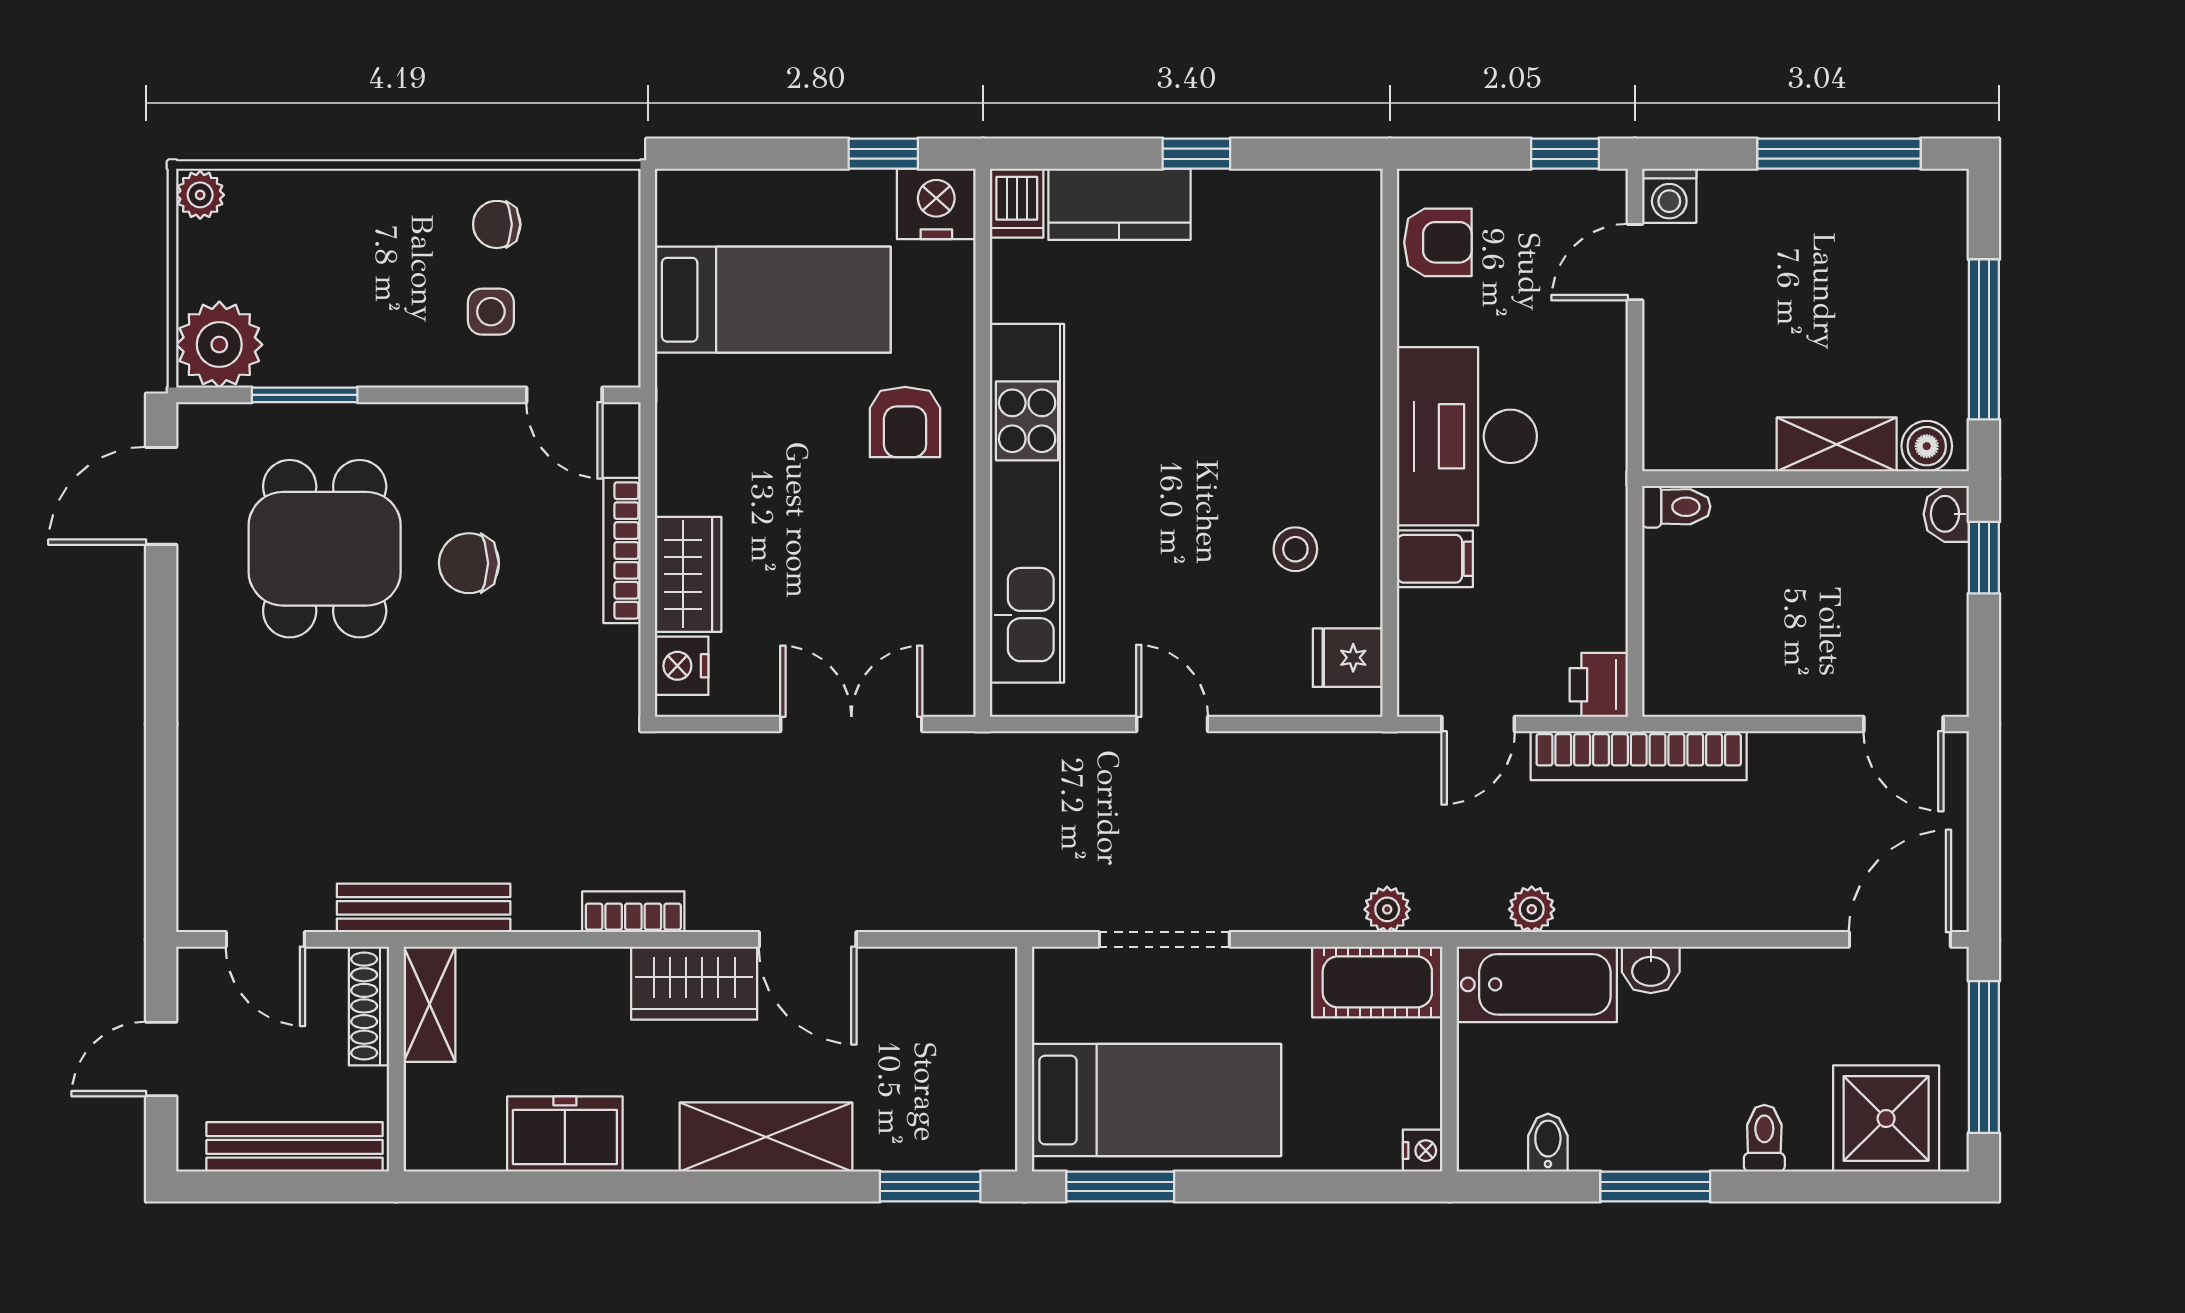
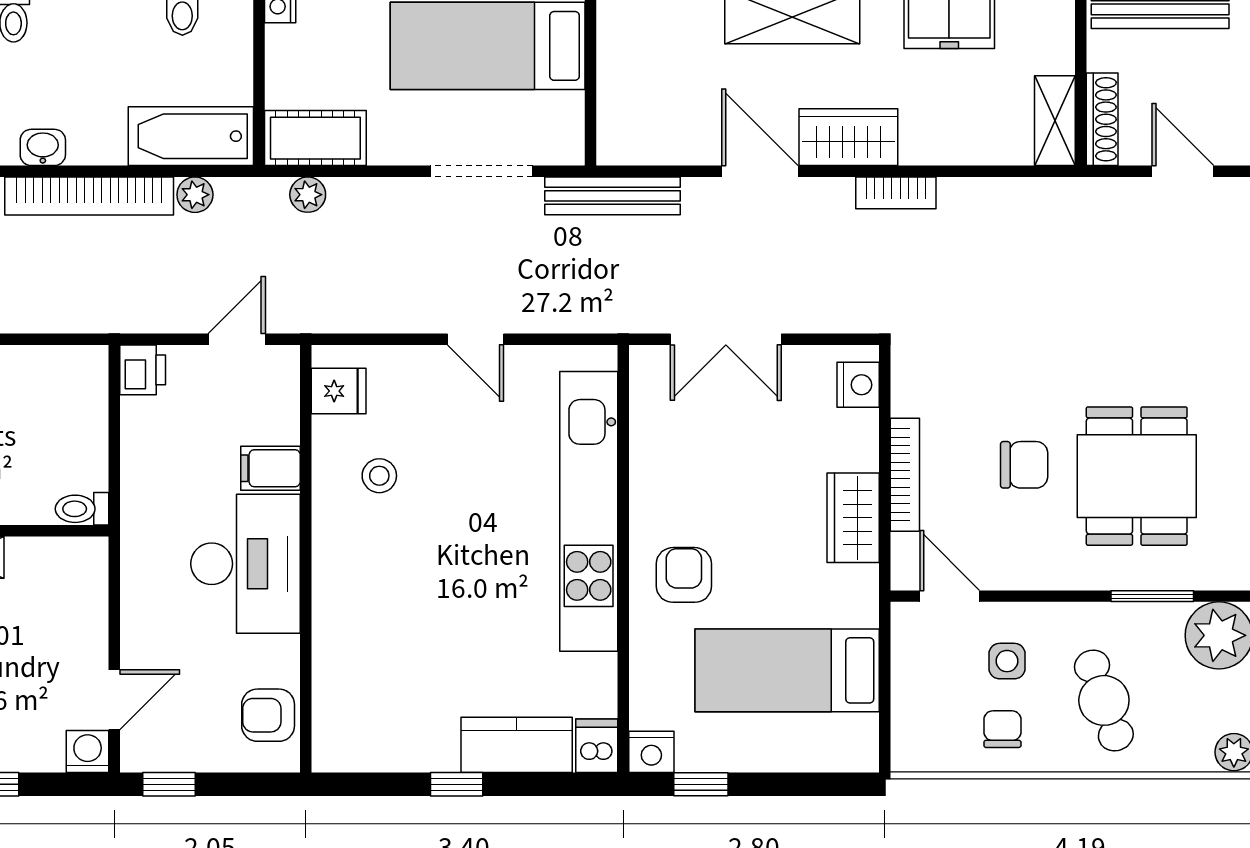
nightstand: (936, 204) -> (651, 752), width x0.74, depth x0.75
chair: (497, 224) -> (1002, 729), turned -90
cafe table: (367, 261) -> (1104, 700), added
wardrobe: (688, 574) -> (853, 518), moved
bookcase: (1639, 756) -> (89, 196), moved, turned 180
bench: (424, 908) -> (612, 196), moved
washbasin: (1651, 970) -> (43, 147), moved

